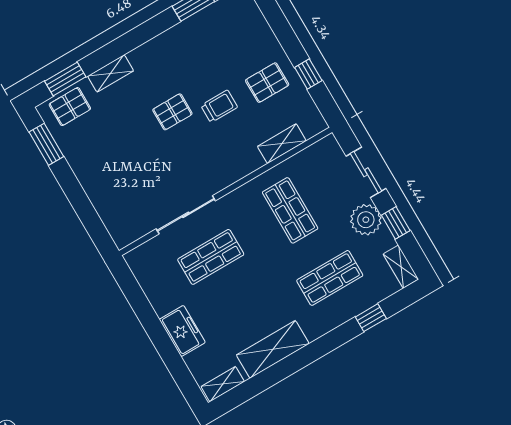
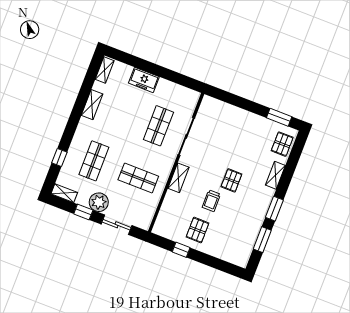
window: (65, 79) -> (274, 209), moved
shelving: (282, 144) -> (179, 178), moved
shelving: (273, 349) -> (92, 105), width x0.67, depth x0.75

